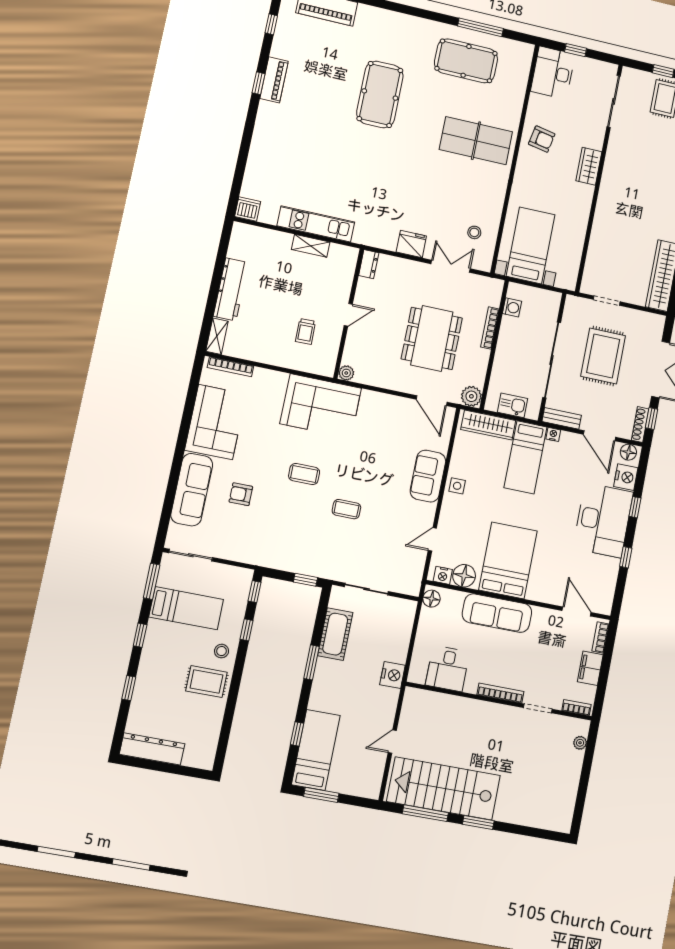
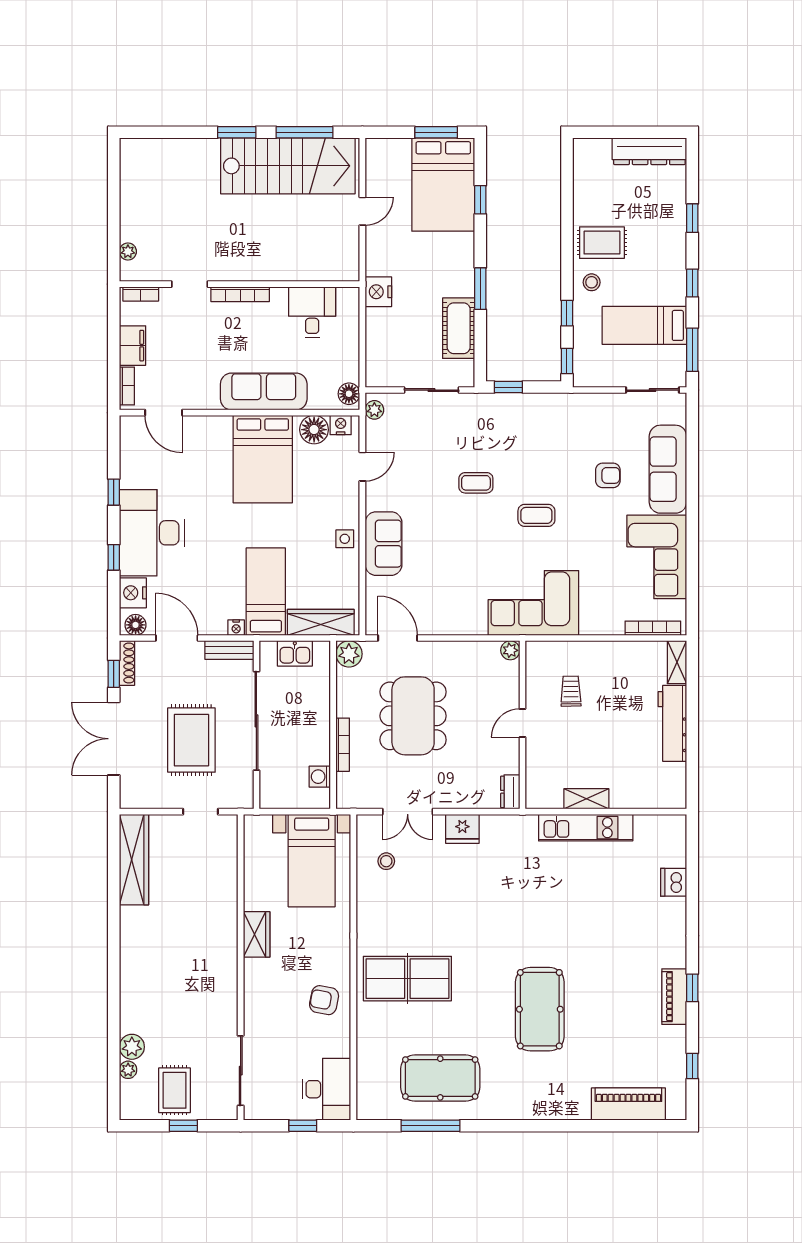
wardrobe: (589, 166) -> (257, 934), moved
dishwasher: (248, 209) -> (674, 882), moved, turned 90
plant: (414, 582) -> (374, 410), added
bed: (316, 750) -> (443, 185), width x1.50

